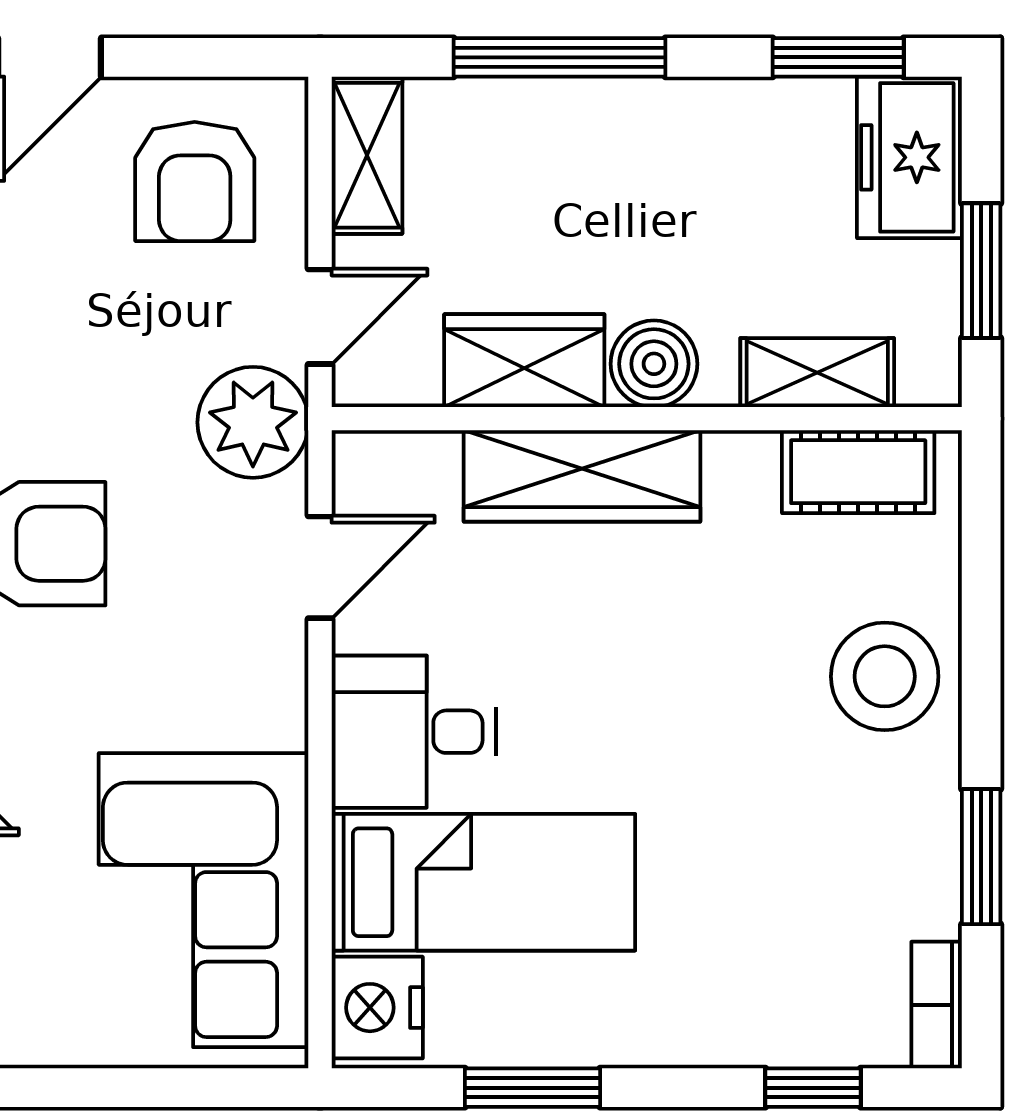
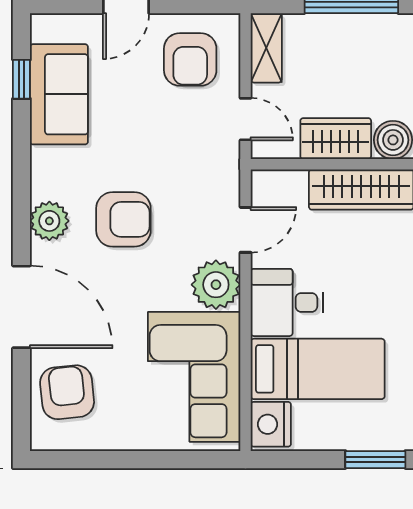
door: (320, 317) -> (246, 119), hinge flipped
plant: (253, 422) -> (216, 285), moved
window: (532, 1088) -> (375, 460), moved

